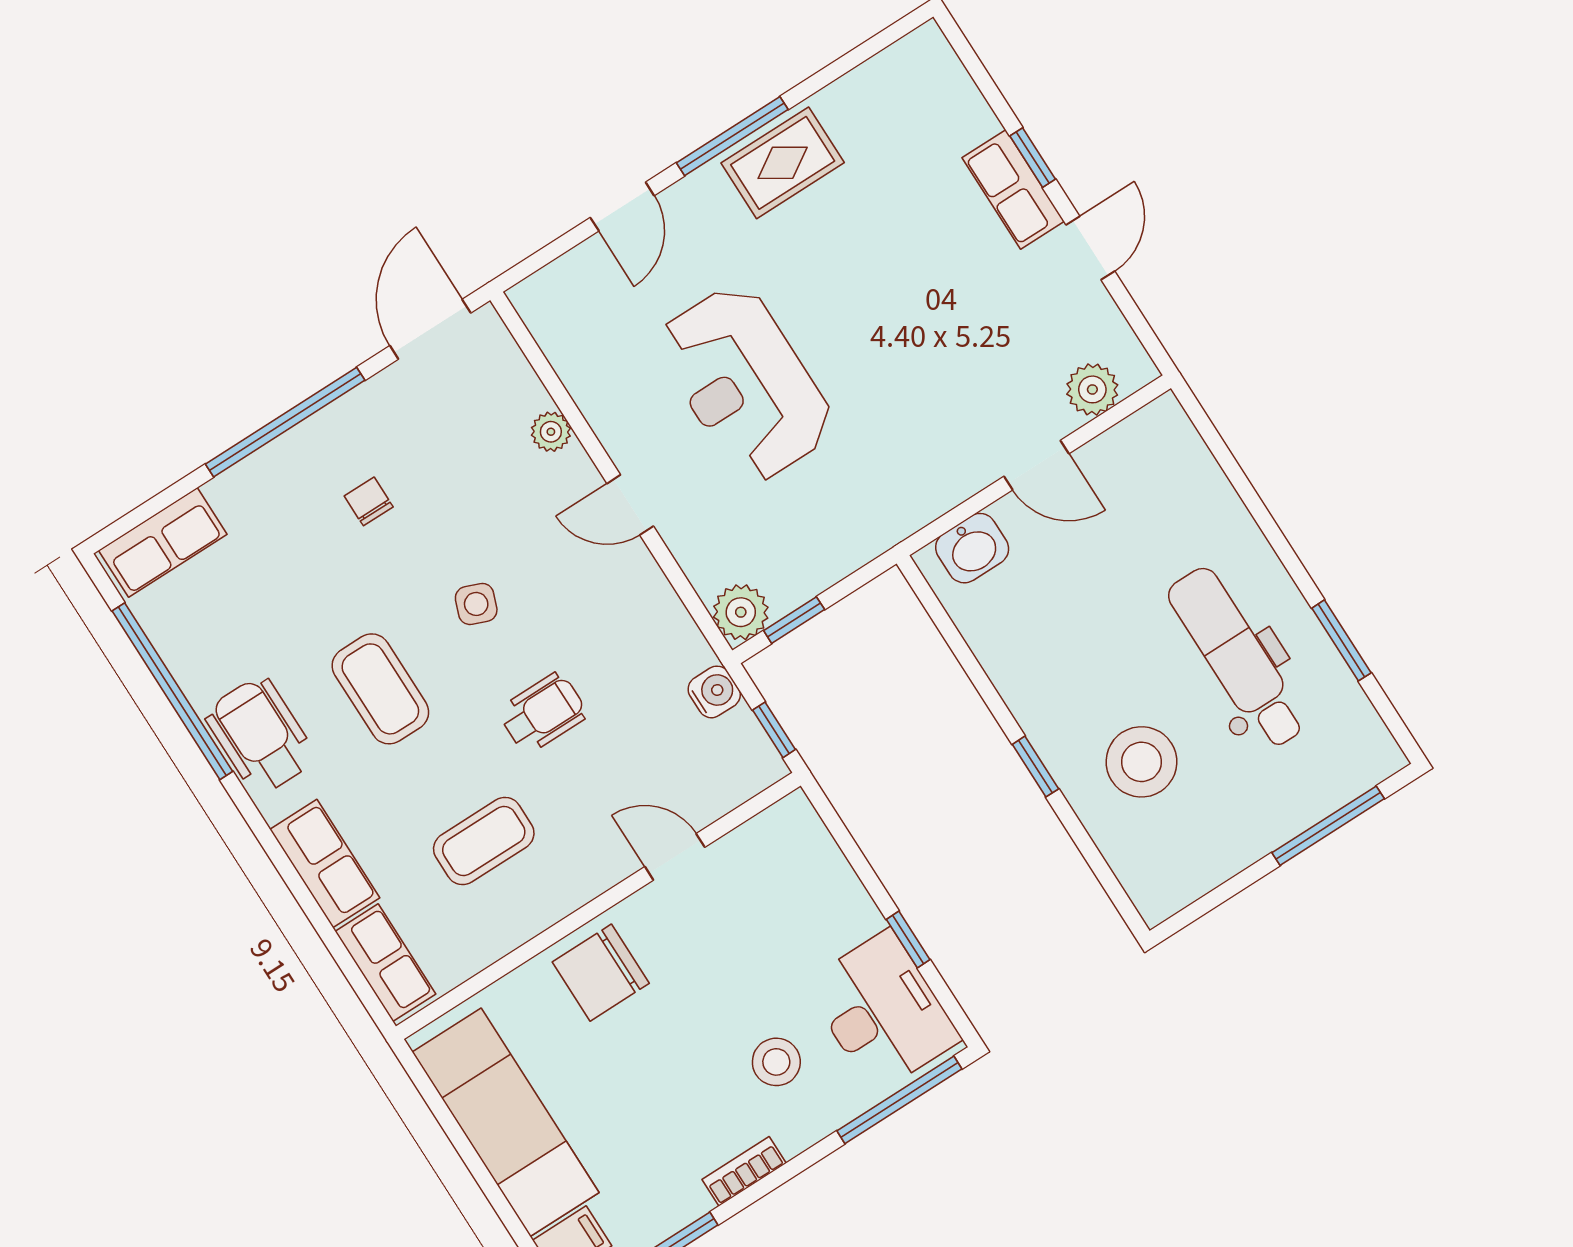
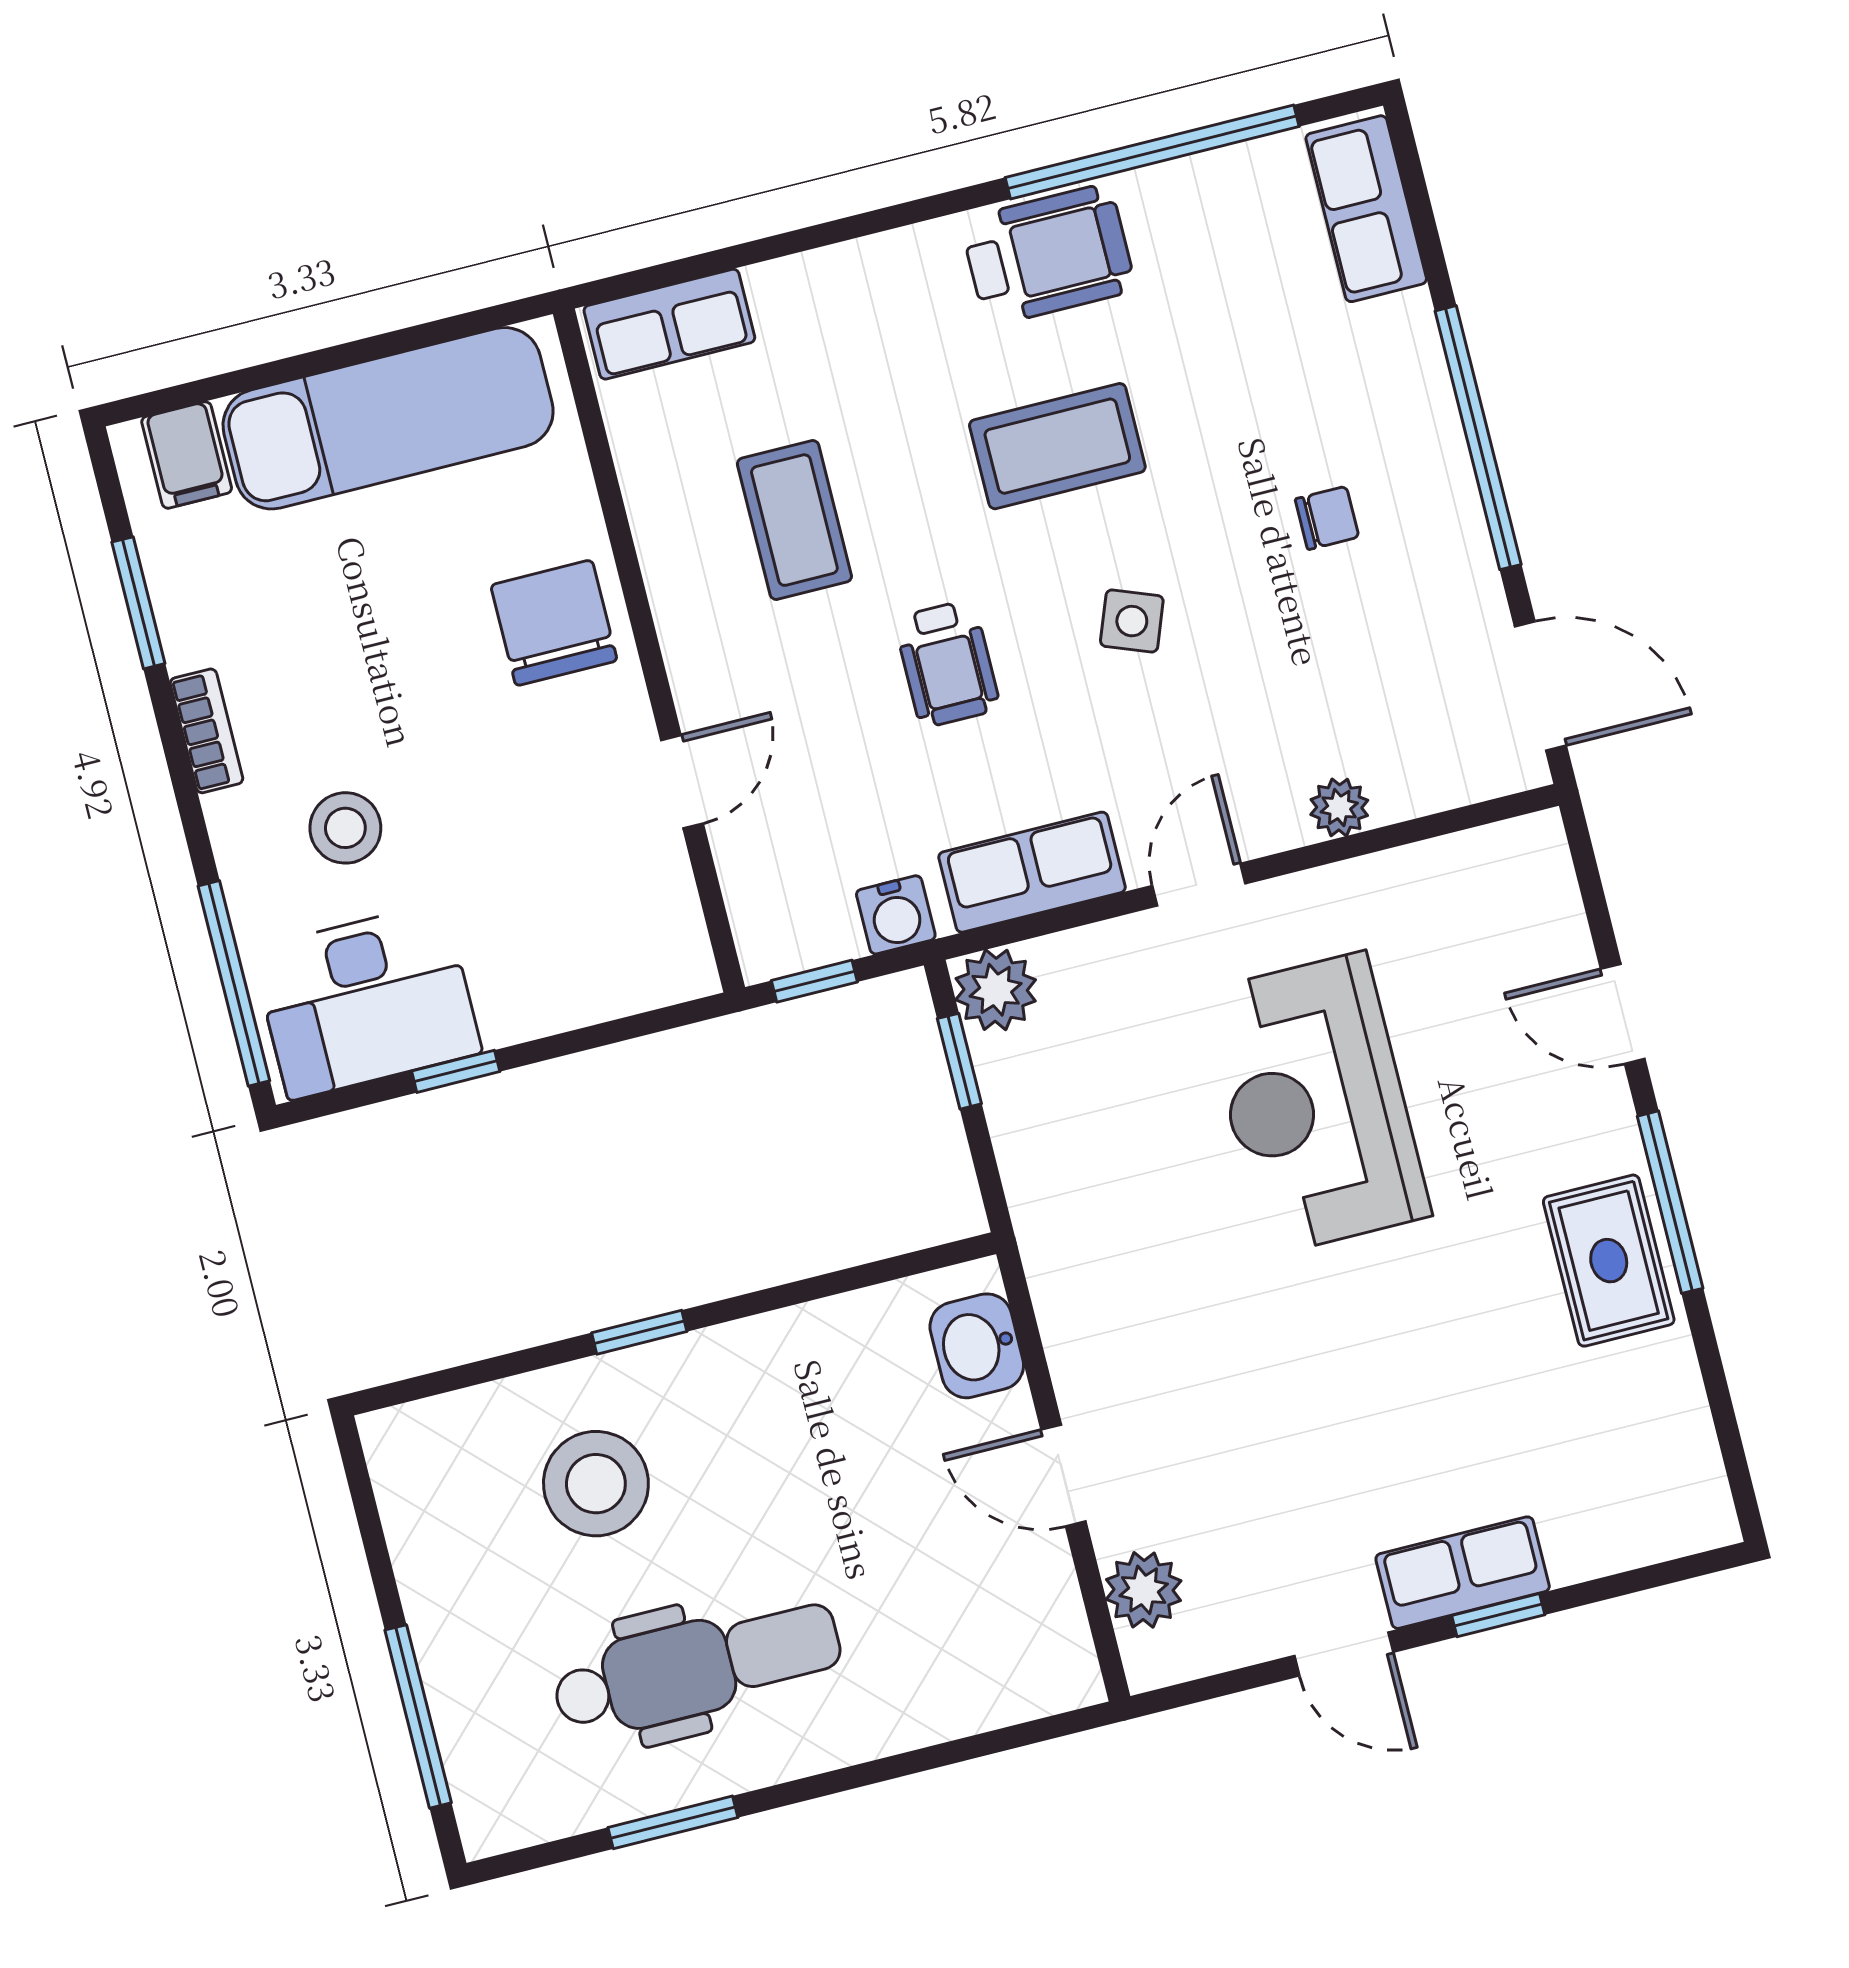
reception desk: (745, 384) -> (1316, 1104), turned -90
door: (1036, 465) -> (1064, 1476), hinge flipped
row of seats: (325, 864) -> (1032, 872), moved, turned 180

